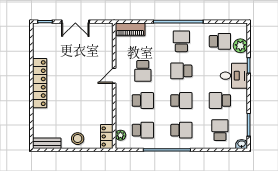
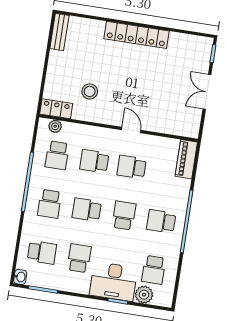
school desk: (181, 41) -> (161, 221), turned 180
desk: (234, 76) -> (113, 281), width x1.37
school desk: (143, 101) -> (94, 161), turned 90
school desk: (181, 101) -> (87, 210), turned 90
stool: (78, 139) -> (90, 91), moved

